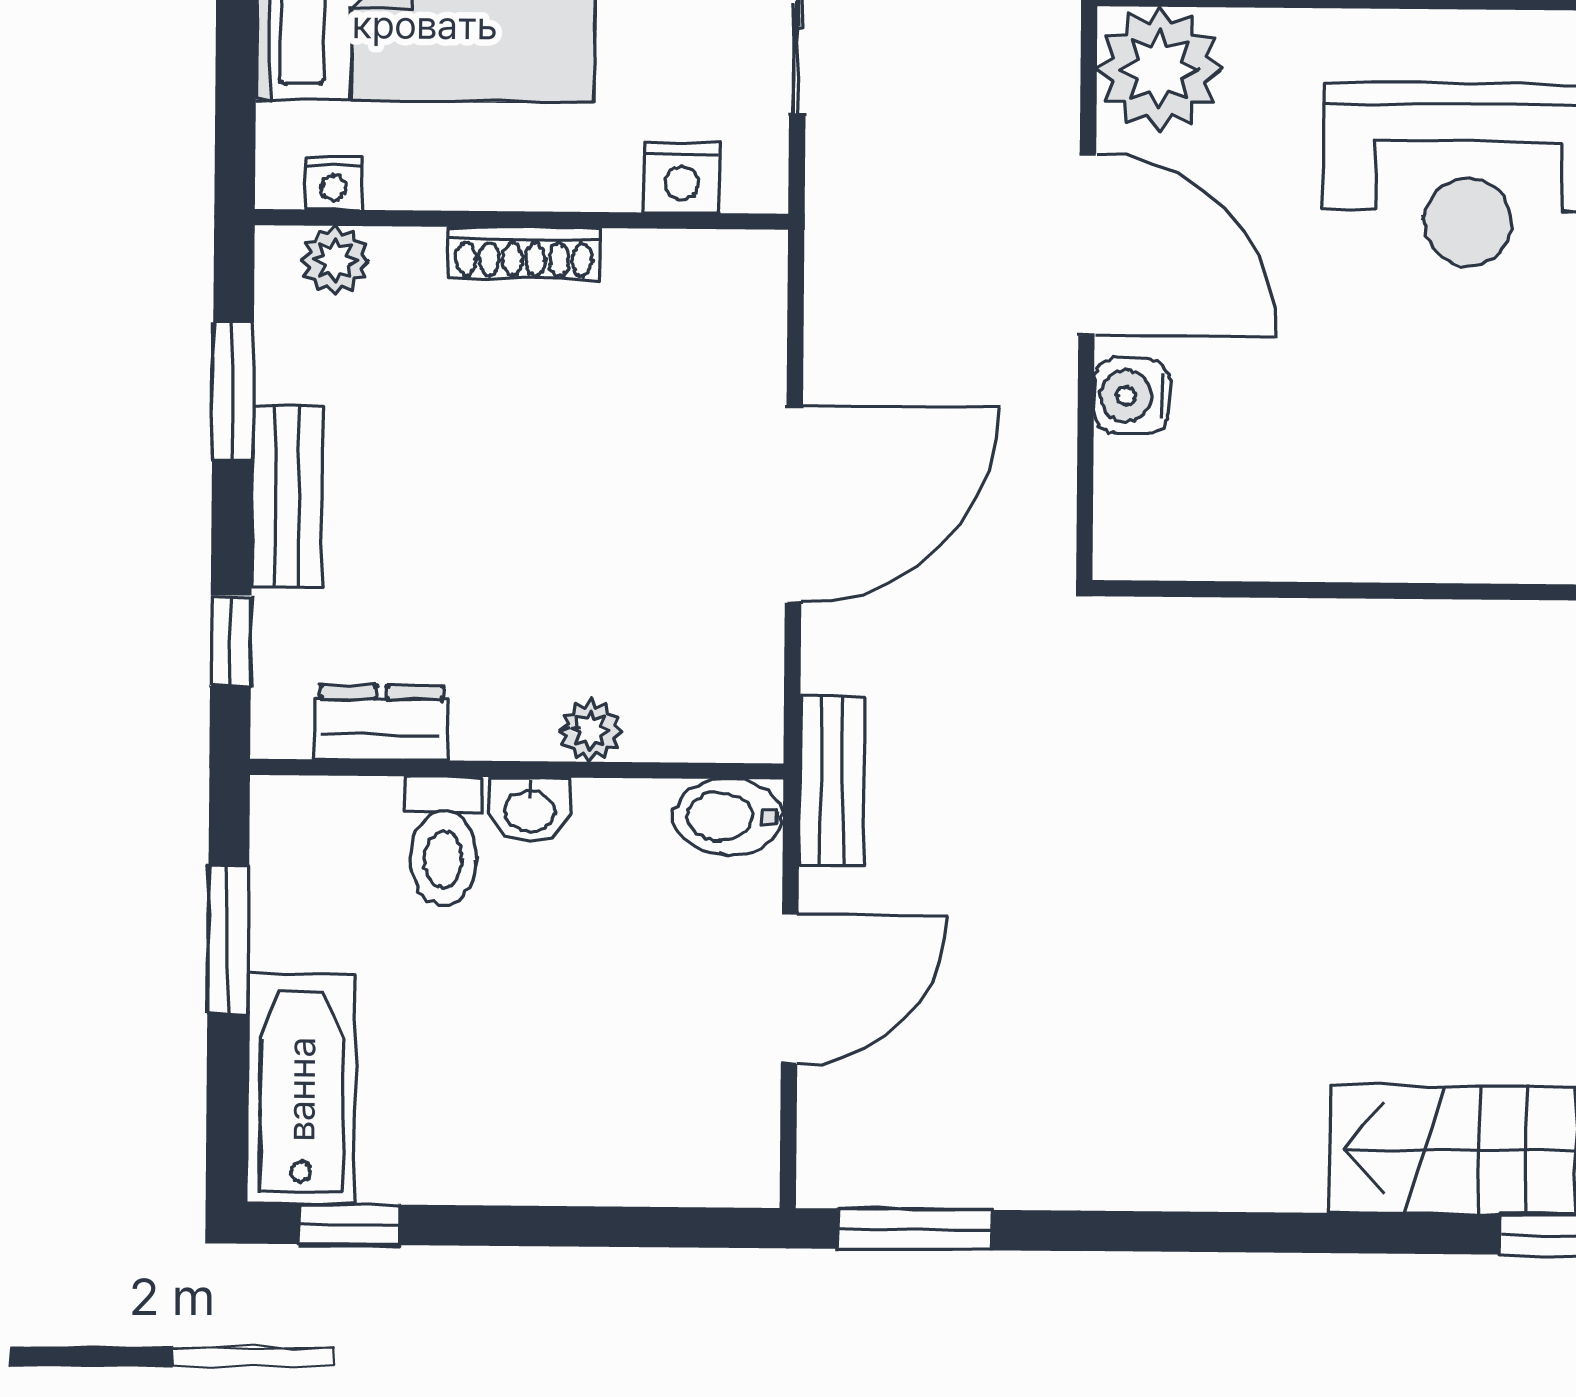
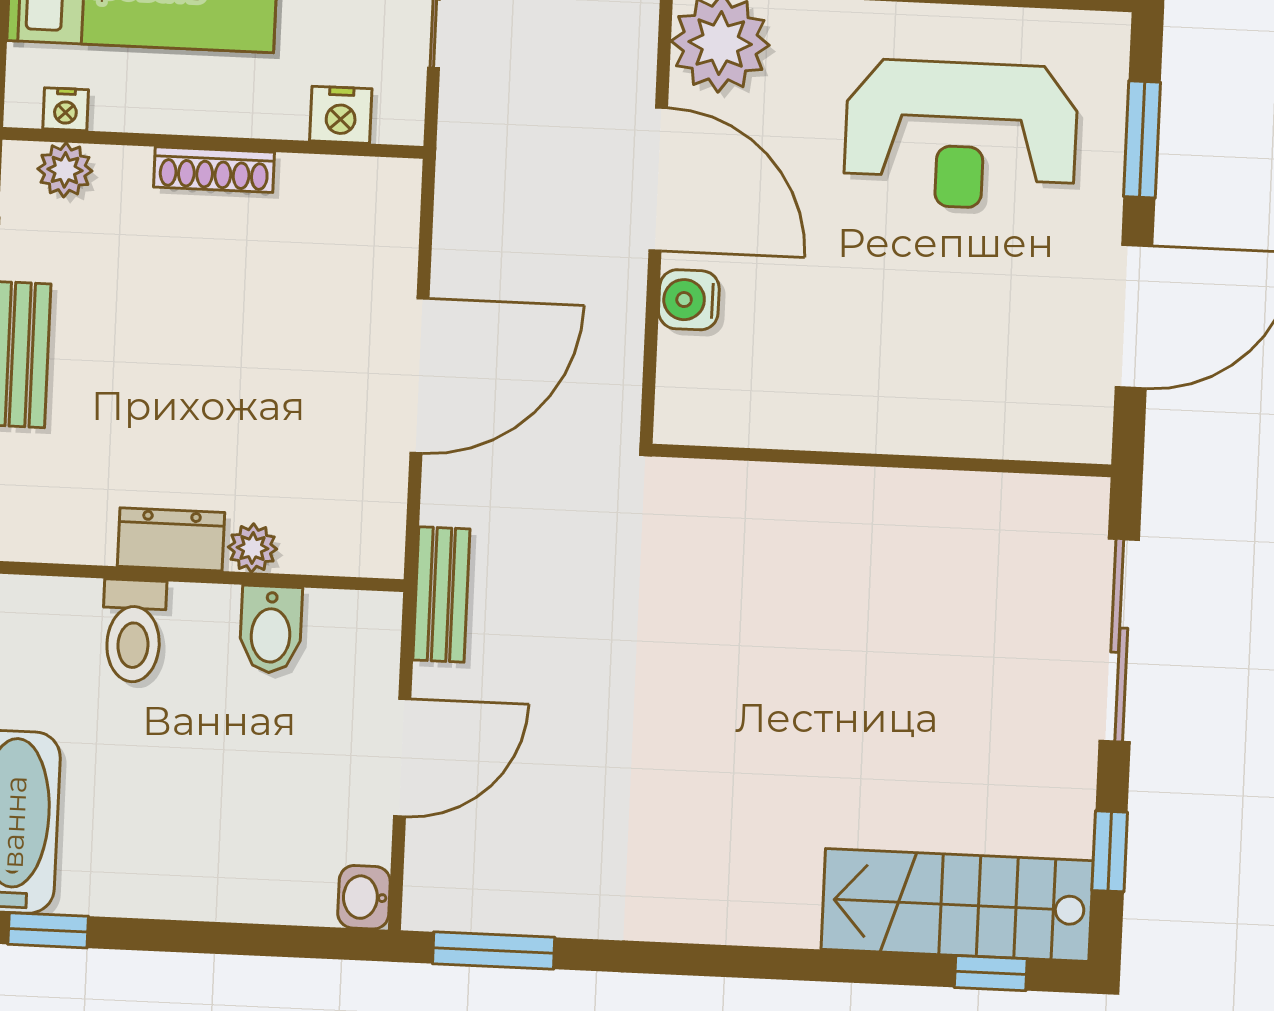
dresser: (381, 723) -> (171, 539), moved
washbasin: (530, 810) -> (364, 897), moved, turned 90
bidet: (728, 817) -> (271, 629), moved, turned -90

